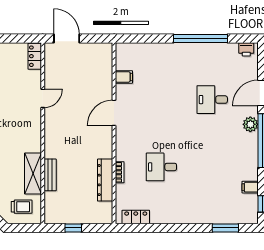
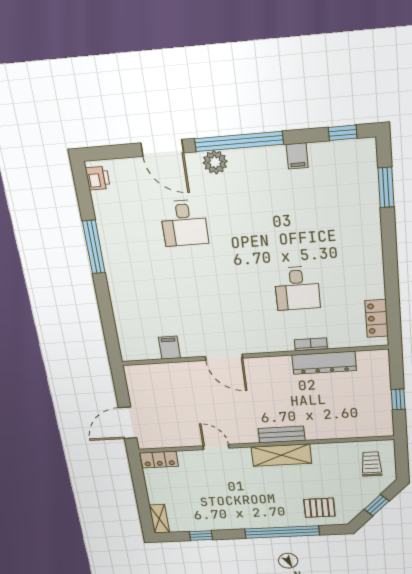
window: (200, 39) -> (94, 247), width x0.68
shelving: (33, 174) -> (281, 455), moved
bench: (50, 175) -> (282, 435), moved
filing cabinet: (250, 187) -> (297, 156), moved

